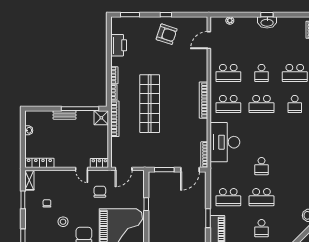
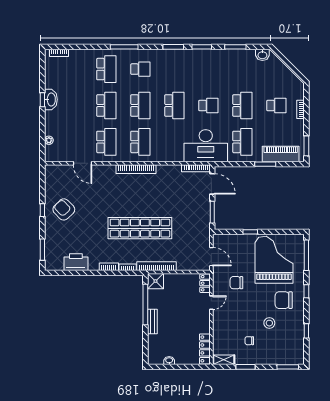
armchair: (167, 34) -> (64, 209), turned -62
door: (209, 40) -> (83, 163), moved
school desk: (262, 73) -> (106, 106), width x1.85
school desk: (262, 135) -> (174, 106), added
desk: (225, 142) -> (206, 146), moved

